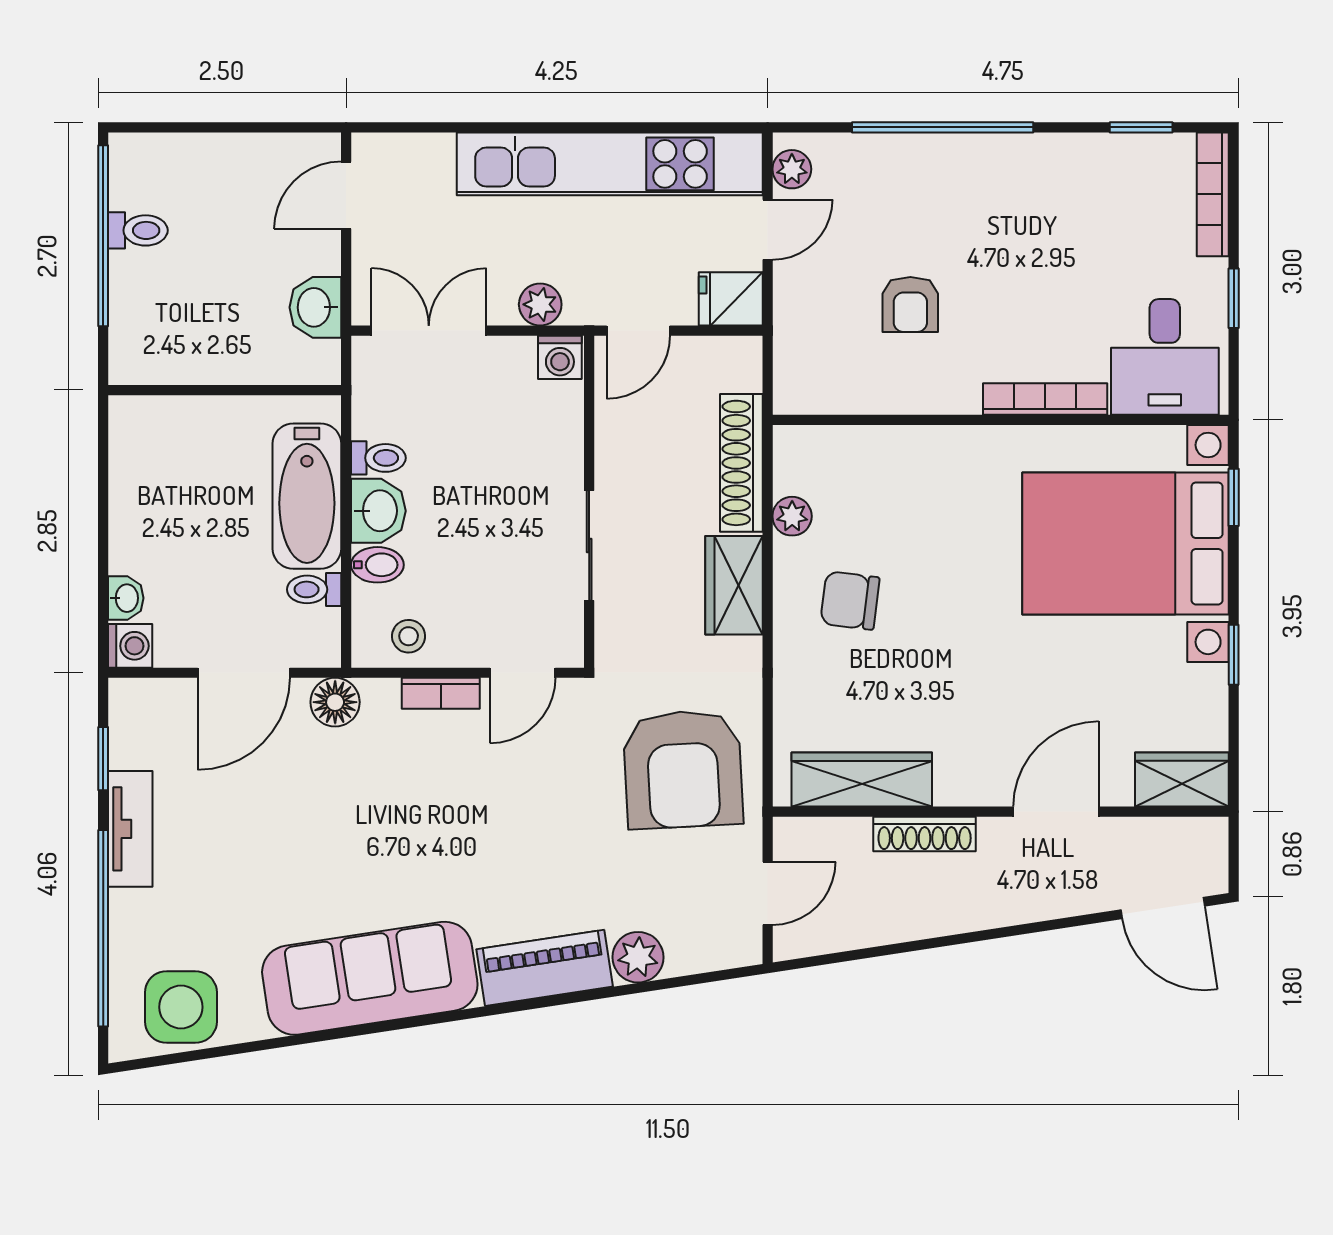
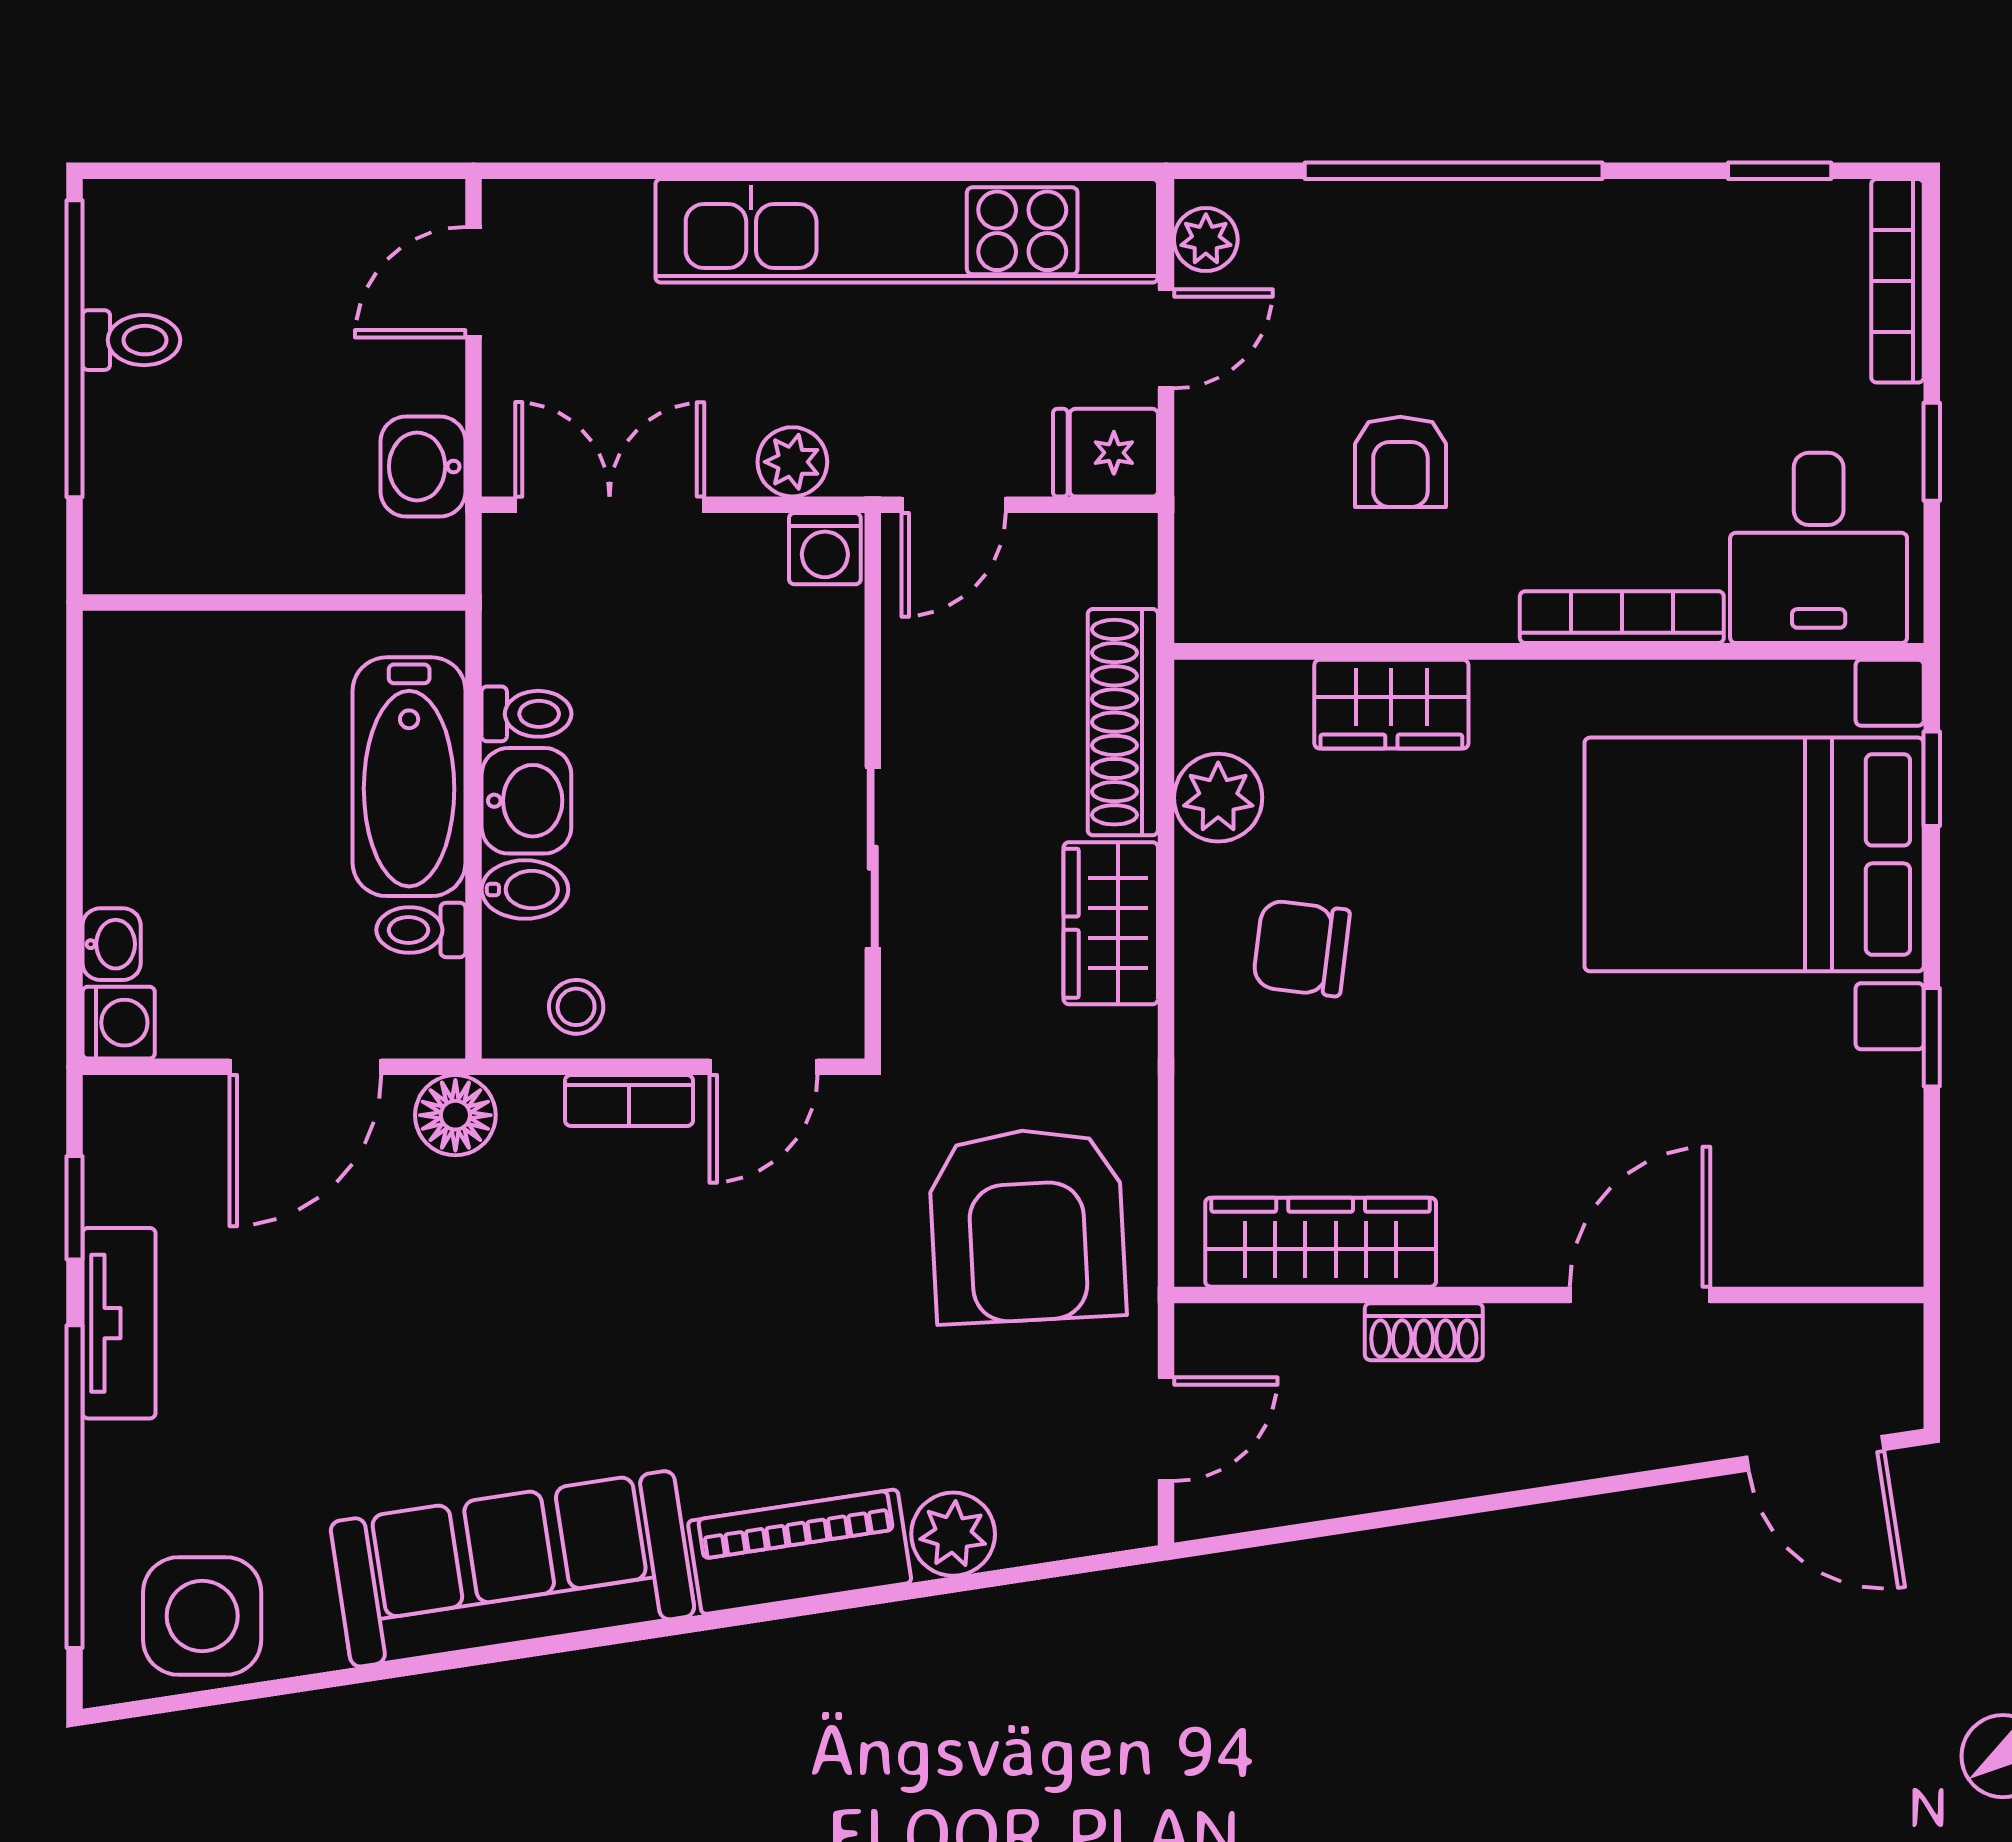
plant: (792, 516) -> (1218, 798), width x1.38, depth x1.38
wardrobe: (1182, 779) -> (1391, 704), moved, turned 180
shoe rack: (925, 834) -> (1424, 1332), width x0.70

